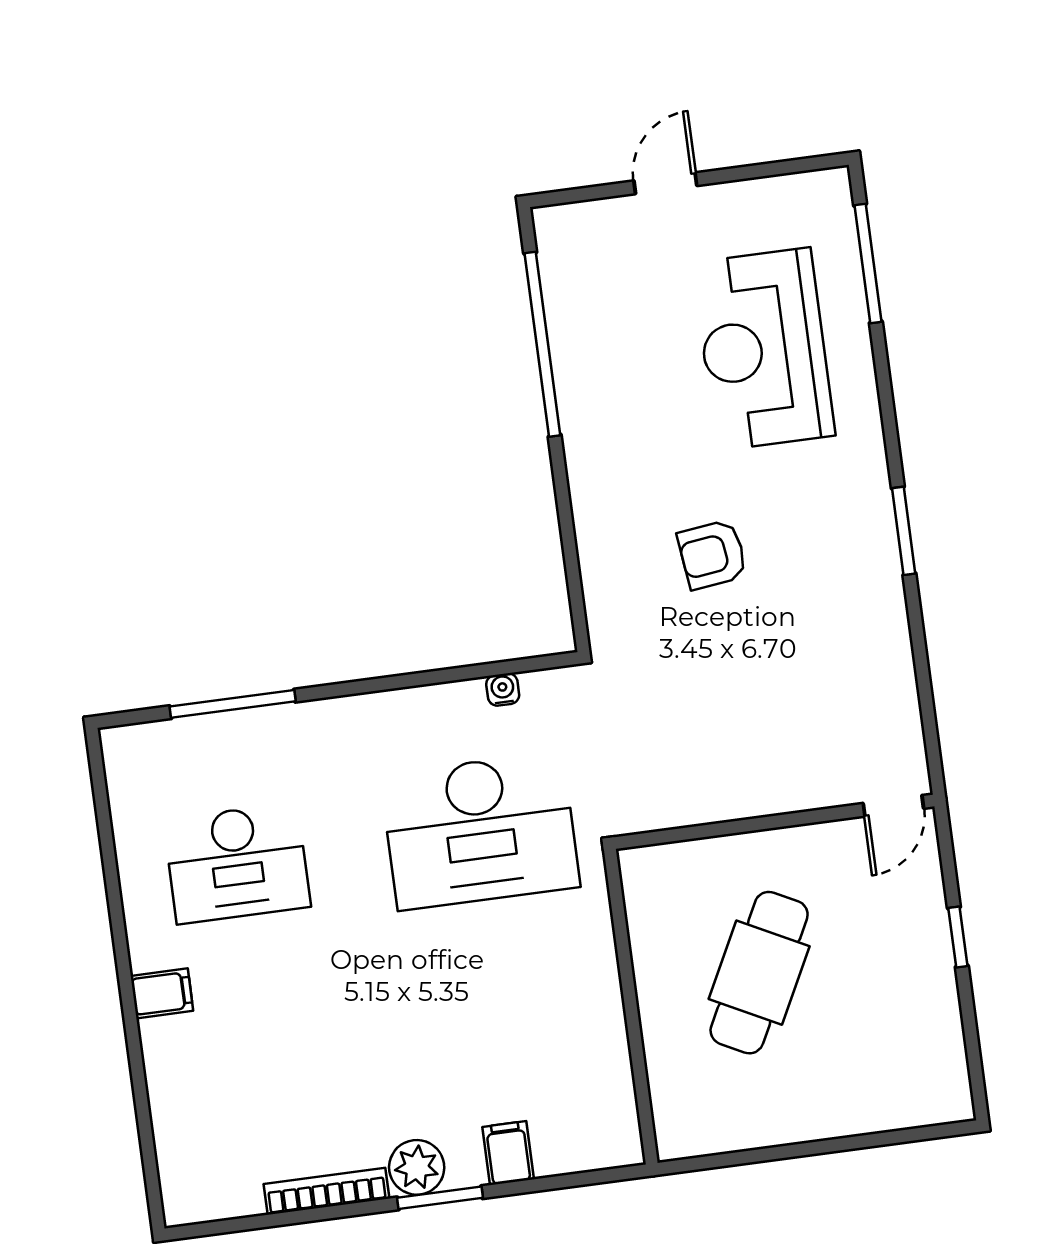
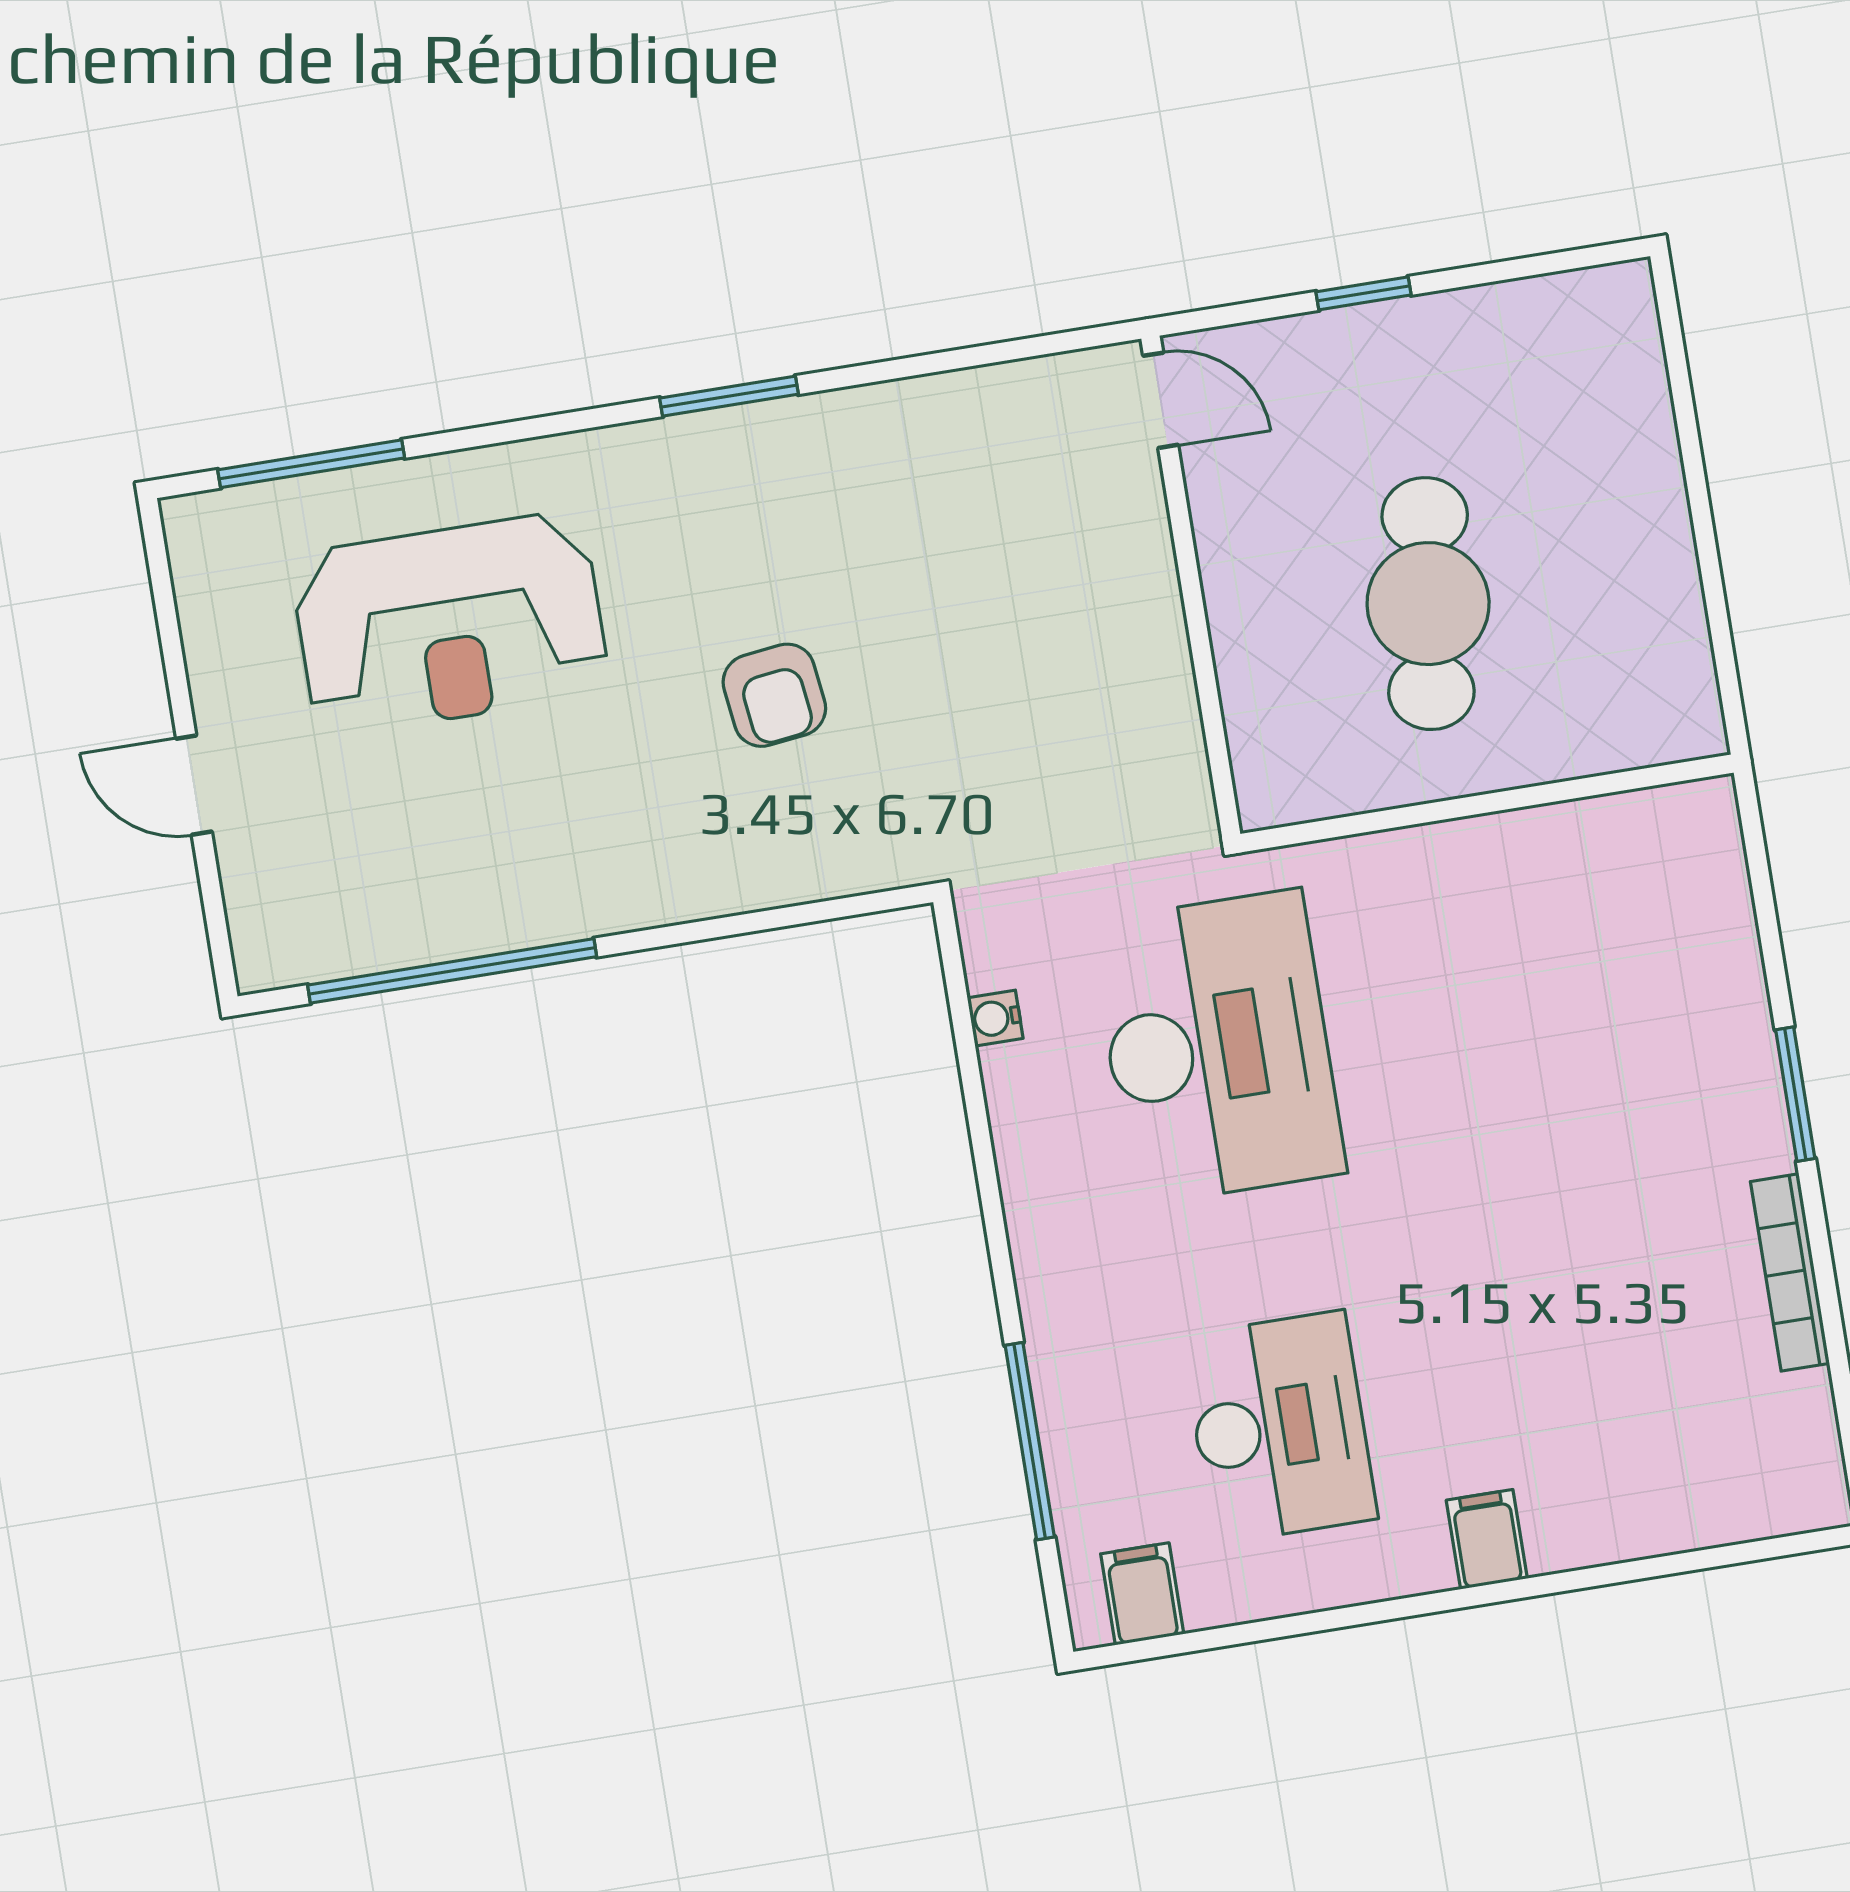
cafe table: (759, 973) -> (1428, 604), turned 70
filing cabinet: (508, 1153) -> (1142, 1594), moved, turned 90
plant: (417, 1167) -> (1748, 1132), removed

